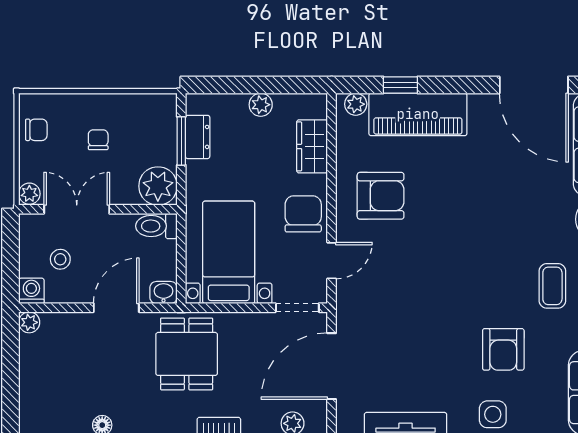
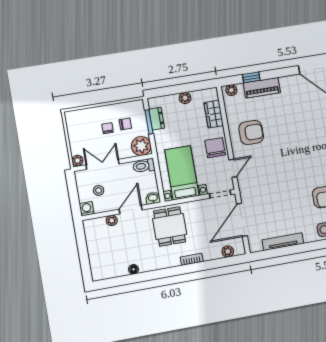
piano: (418, 114) -> (262, 88), width x0.73, depth x0.75
chair: (36, 130) -> (125, 124), moved
plant: (29, 322) -> (112, 220), moved

